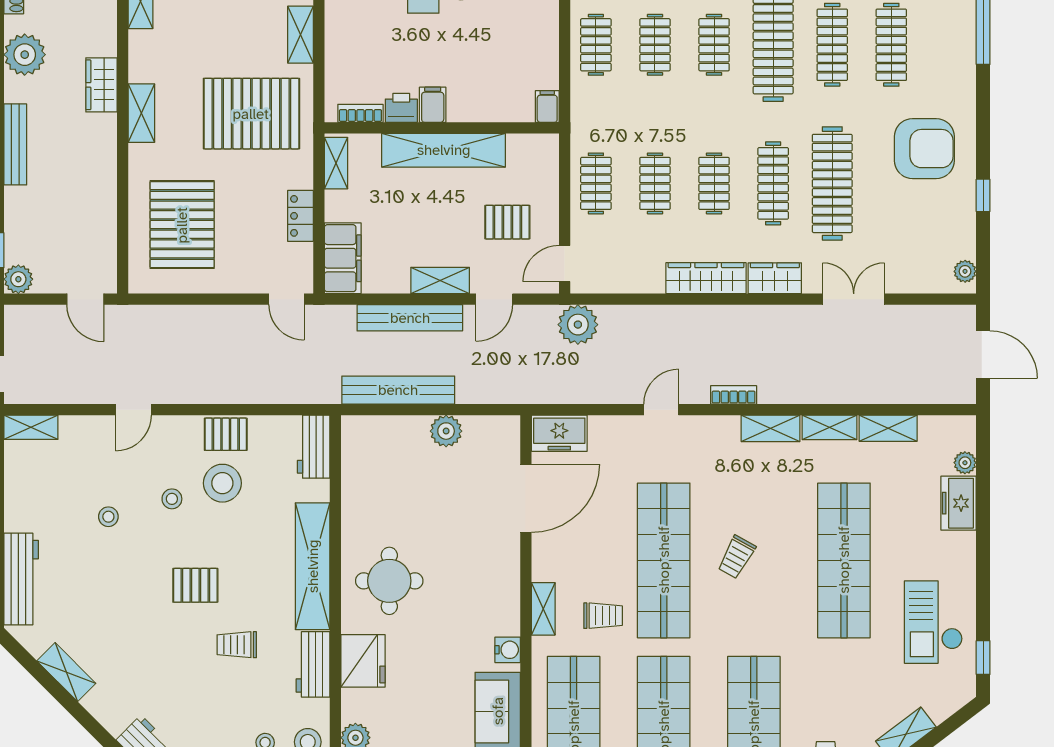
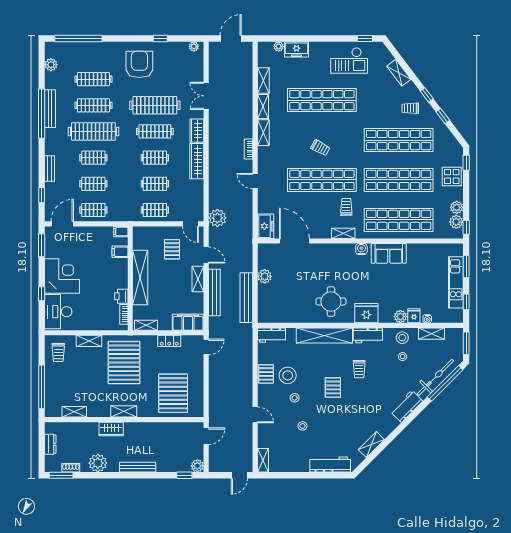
filing cabinet: (433, 105) -> (120, 252), moved
pallet: (182, 225) -> (173, 393), turned 90

